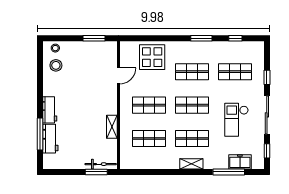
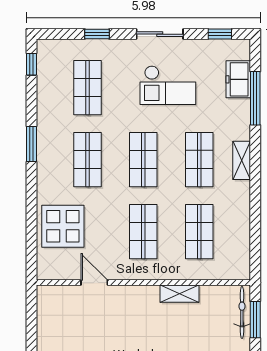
window: (94, 38) -> (31, 323), removed
window: (235, 38) -> (31, 64), moved
sliding door: (267, 115) -> (160, 34), width x0.73

